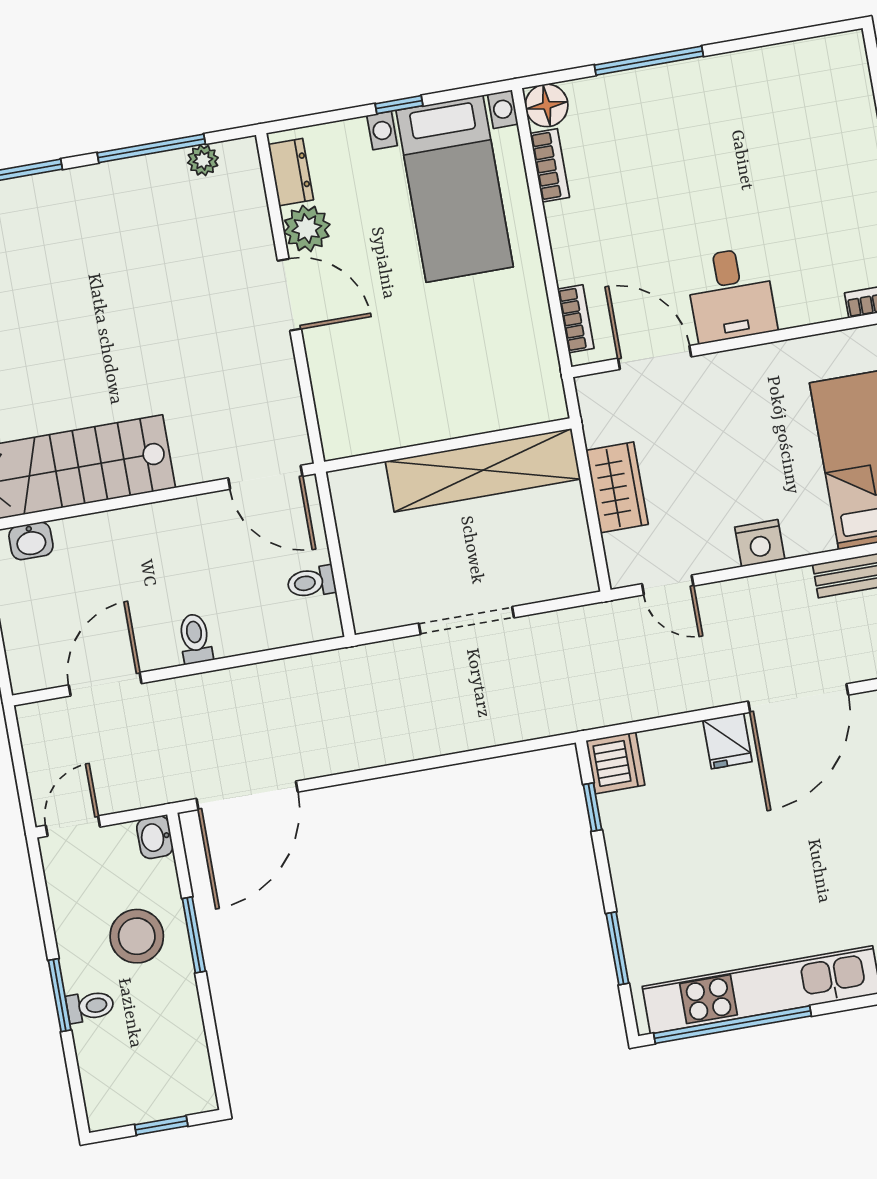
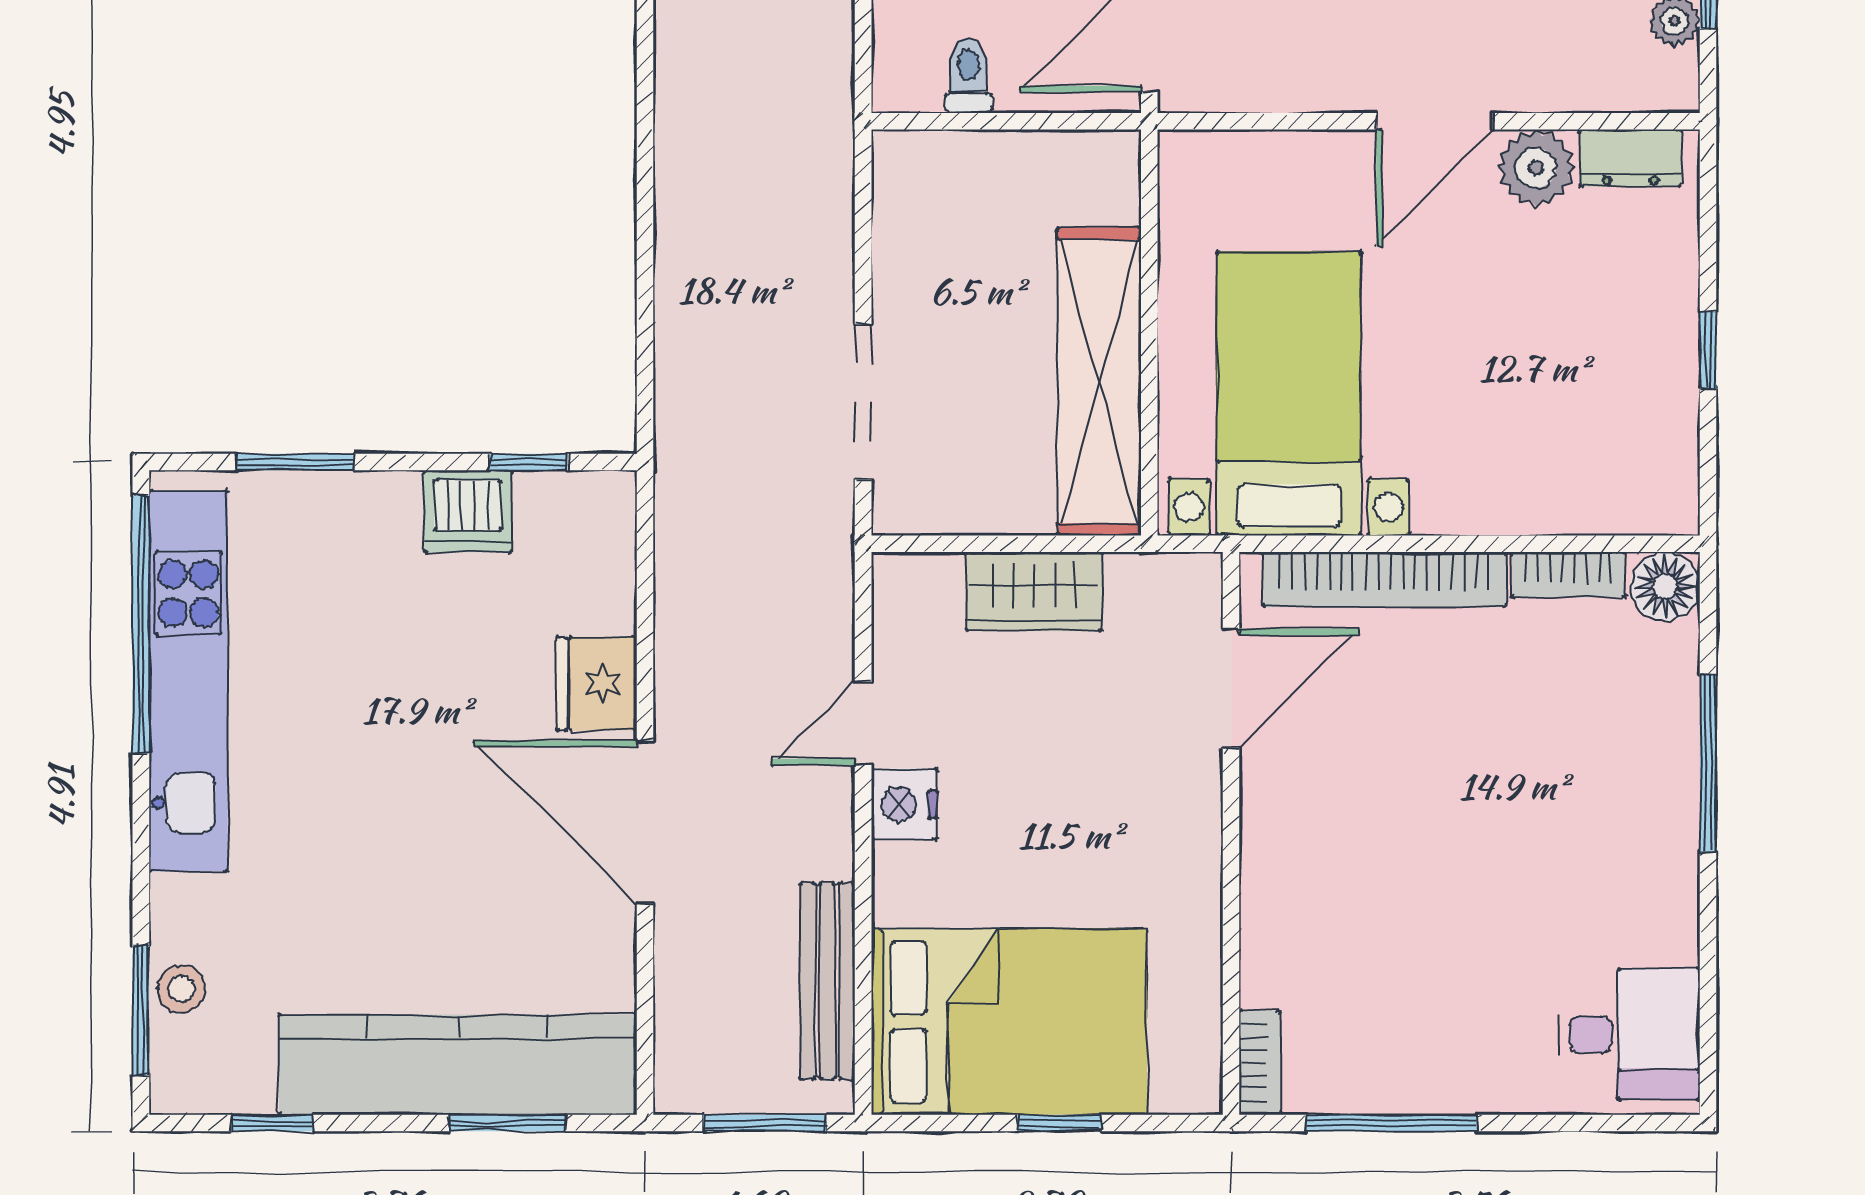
bed with nightstands: (455, 189) -> (1289, 394), moved, turned 90
desk: (731, 295) -> (1629, 1034), moved, turned 180
bookcase: (576, 319) -> (1384, 580), width x2.31, depth x1.31
door: (668, 585) -> (863, 723), moved
doorway: (466, 620) -> (863, 402), moved
fridge: (727, 741) -> (597, 684), width x1.38
dishwasher: (615, 763) -> (468, 511), moved

